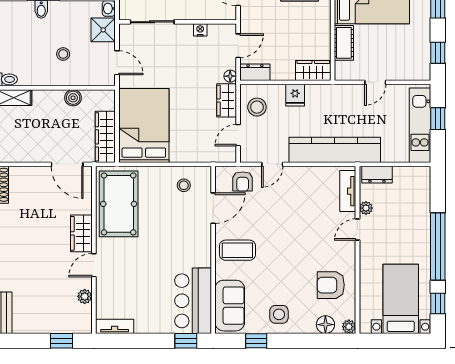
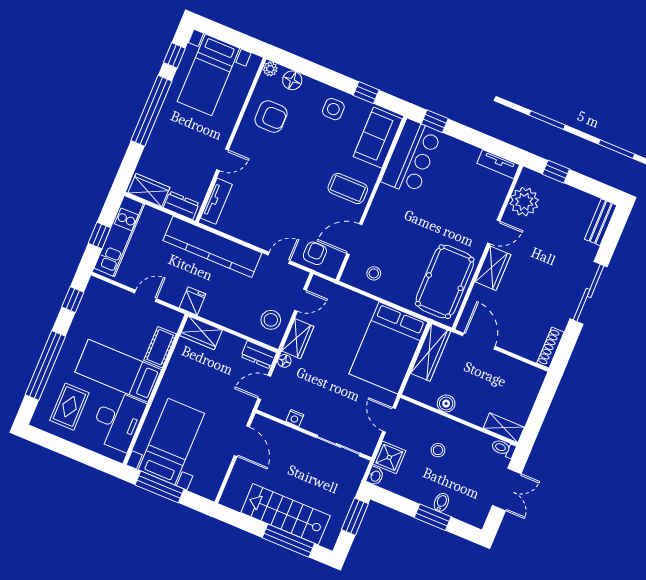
fridge: (295, 95) -> (193, 301), moved
wardrobe: (411, 176) -> (149, 190), added
plant: (366, 208) -> (206, 177), removed
plant: (85, 296) -> (524, 202), width x1.87, depth x1.87

